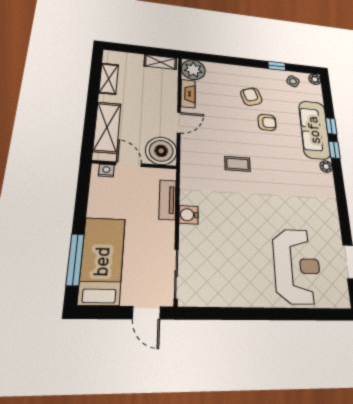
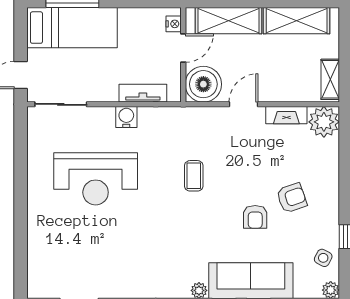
shelving: (109, 79) -> (297, 21), width x1.50, depth x1.33
door: (179, 123) -> (243, 104), swing flipped
reception desk: (297, 266) -> (96, 179), moved

